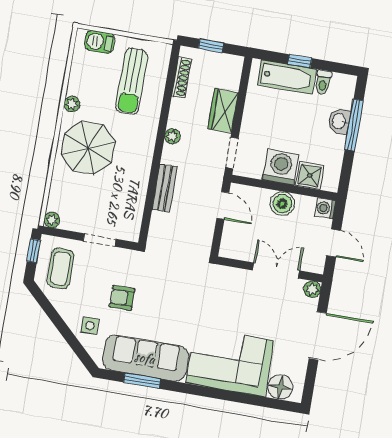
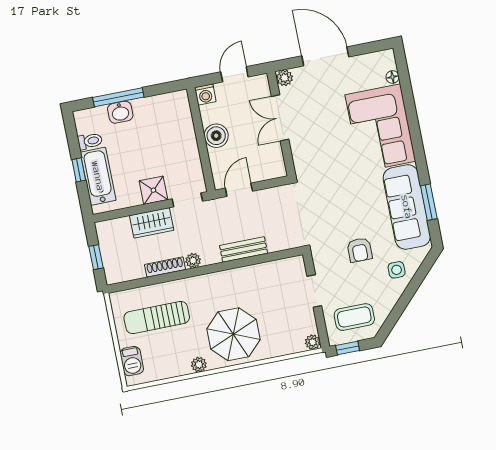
shoe rack: (182, 78) -> (165, 267), moved
sun lounger: (132, 81) -> (157, 318), turned 180
washing machine: (281, 167) -> (183, 150), removed
shower: (310, 176) -> (153, 190), moved
floor lamp: (280, 387) -> (393, 77), width x0.53, depth x0.53

